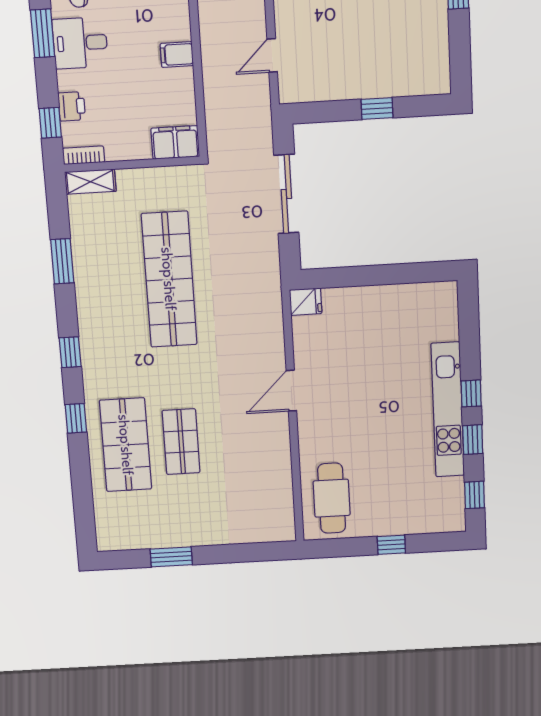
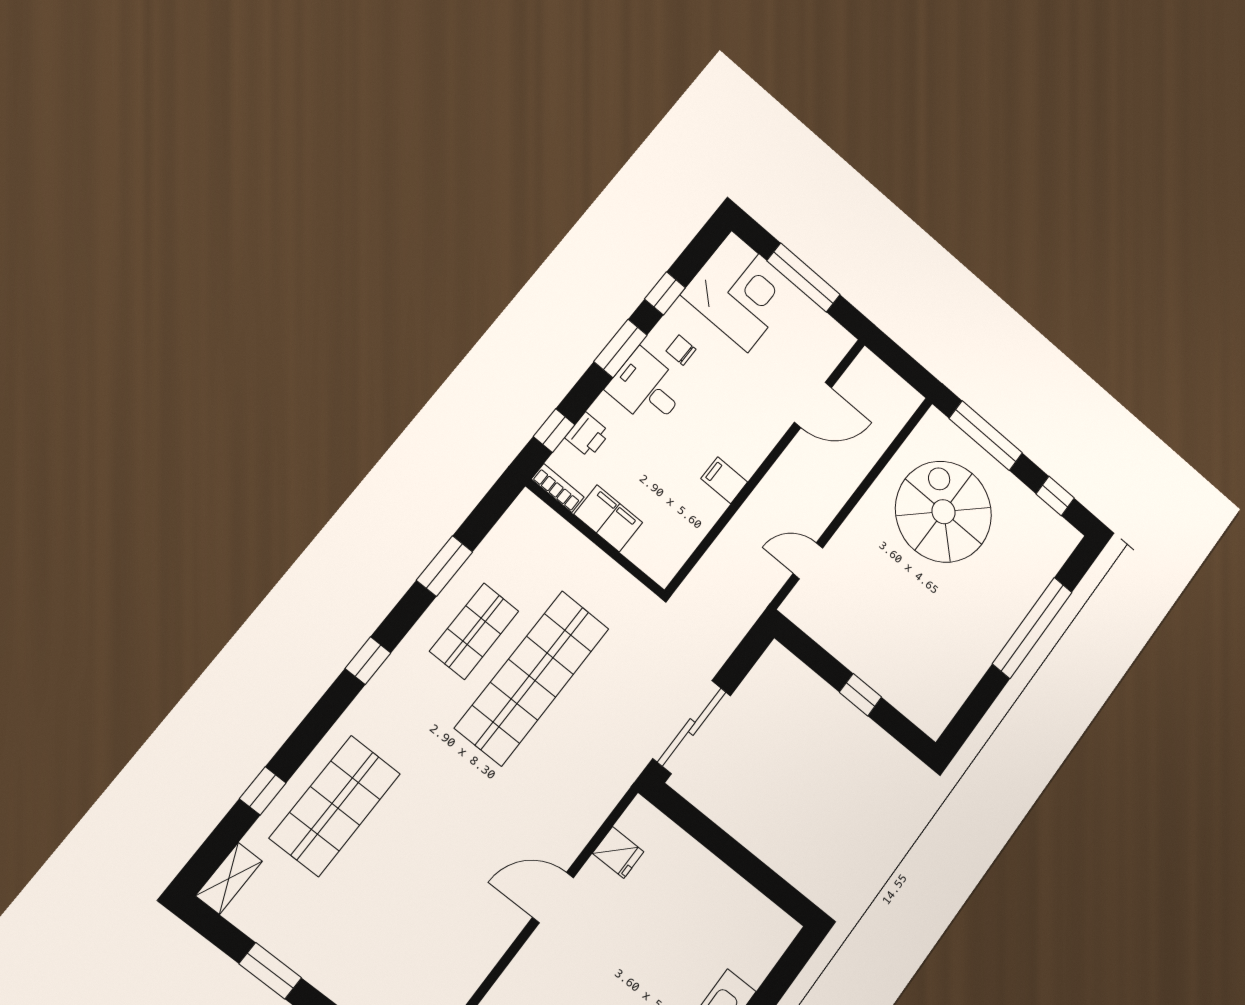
filing cabinet: (175, 142) -> (608, 518), moved
shelving: (90, 182) -> (229, 878), moved, turned 90
sliding door: (286, 194) -> (692, 727), moved
fridge: (306, 302) -> (618, 853), moved
window: (76, 418) -> (263, 791), moved
shop shelf: (181, 442) -> (474, 631), moved

